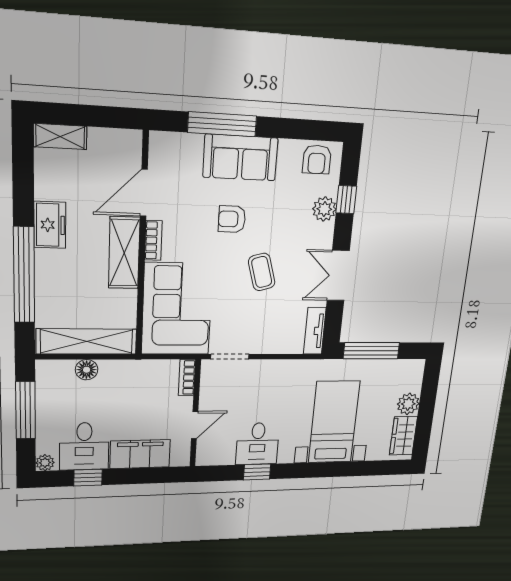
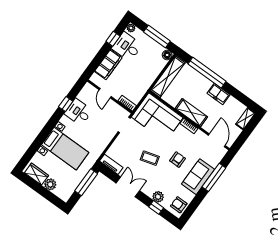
door: (144, 193) -> (217, 140), moved
floor lamp: (87, 370) -> (167, 55), moved

